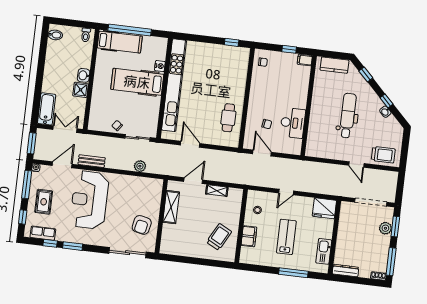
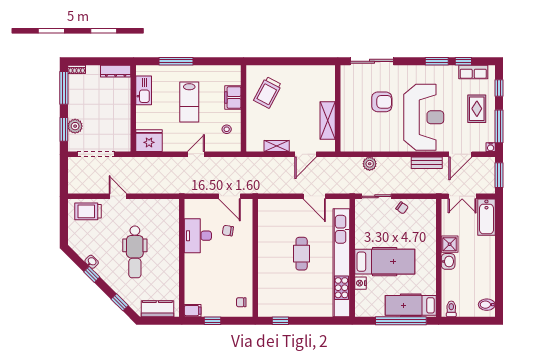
cafe table: (228, 118) -> (302, 254), moved
armchair: (142, 225) -> (382, 102), moved, turned 78

